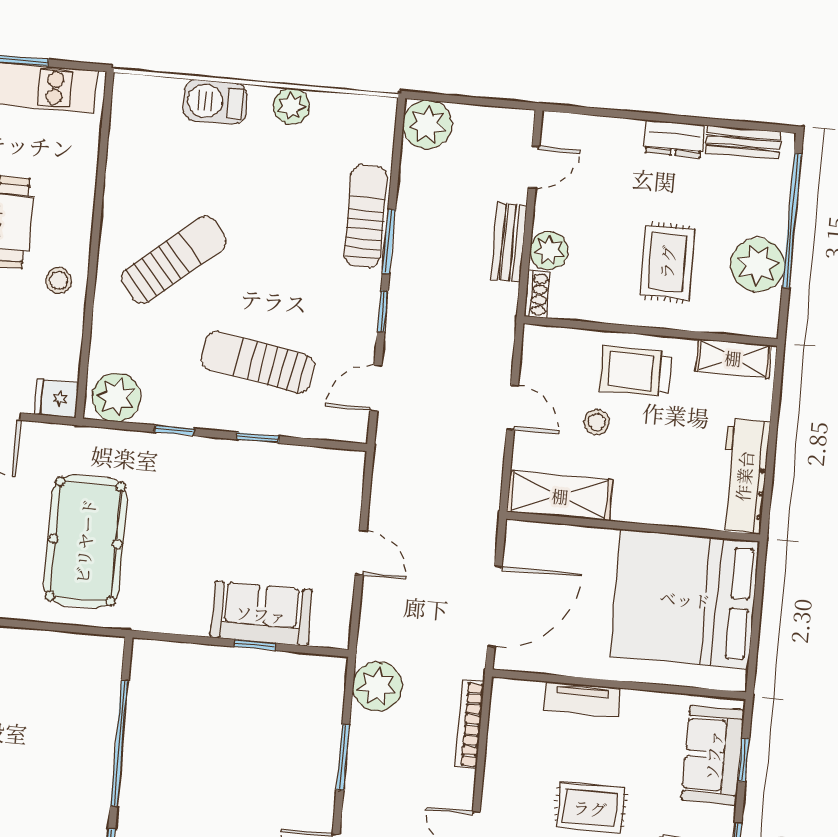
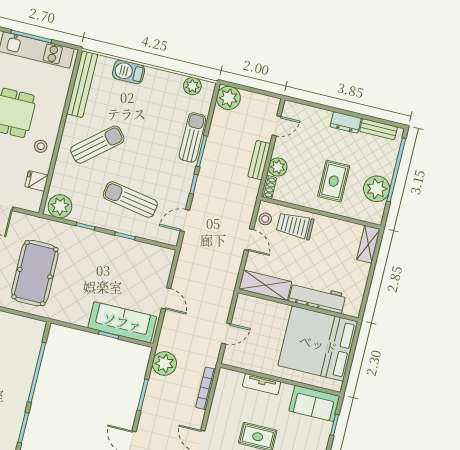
plant: (291, 106) -> (192, 86), moved
bench: (124, 141) -> (82, 84), added
shelving: (733, 358) -> (368, 244), moved, turned 90
trolley: (635, 371) -> (295, 226), moved
fridge: (57, 398) -> (37, 181), moved
stool: (597, 422) -> (265, 219), moved
workbench: (744, 476) -> (317, 298), moved, turned 90
door: (495, 606) -> (226, 334), width x0.53
sofa: (261, 614) -> (122, 322), width x1.36
sofa: (713, 755) -> (314, 403), moved, turned -90

